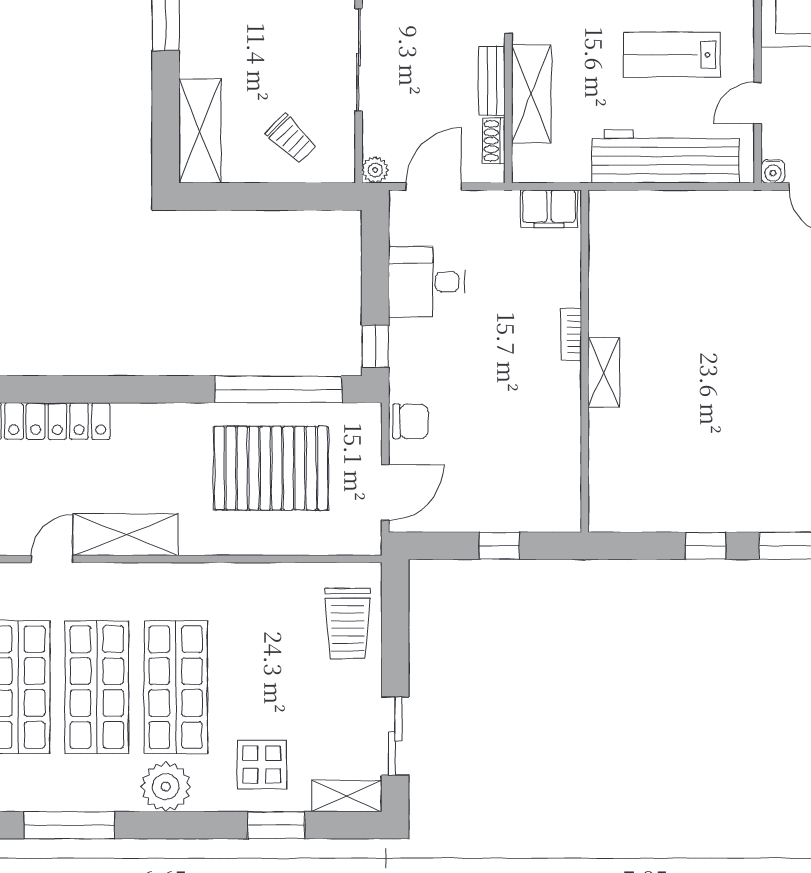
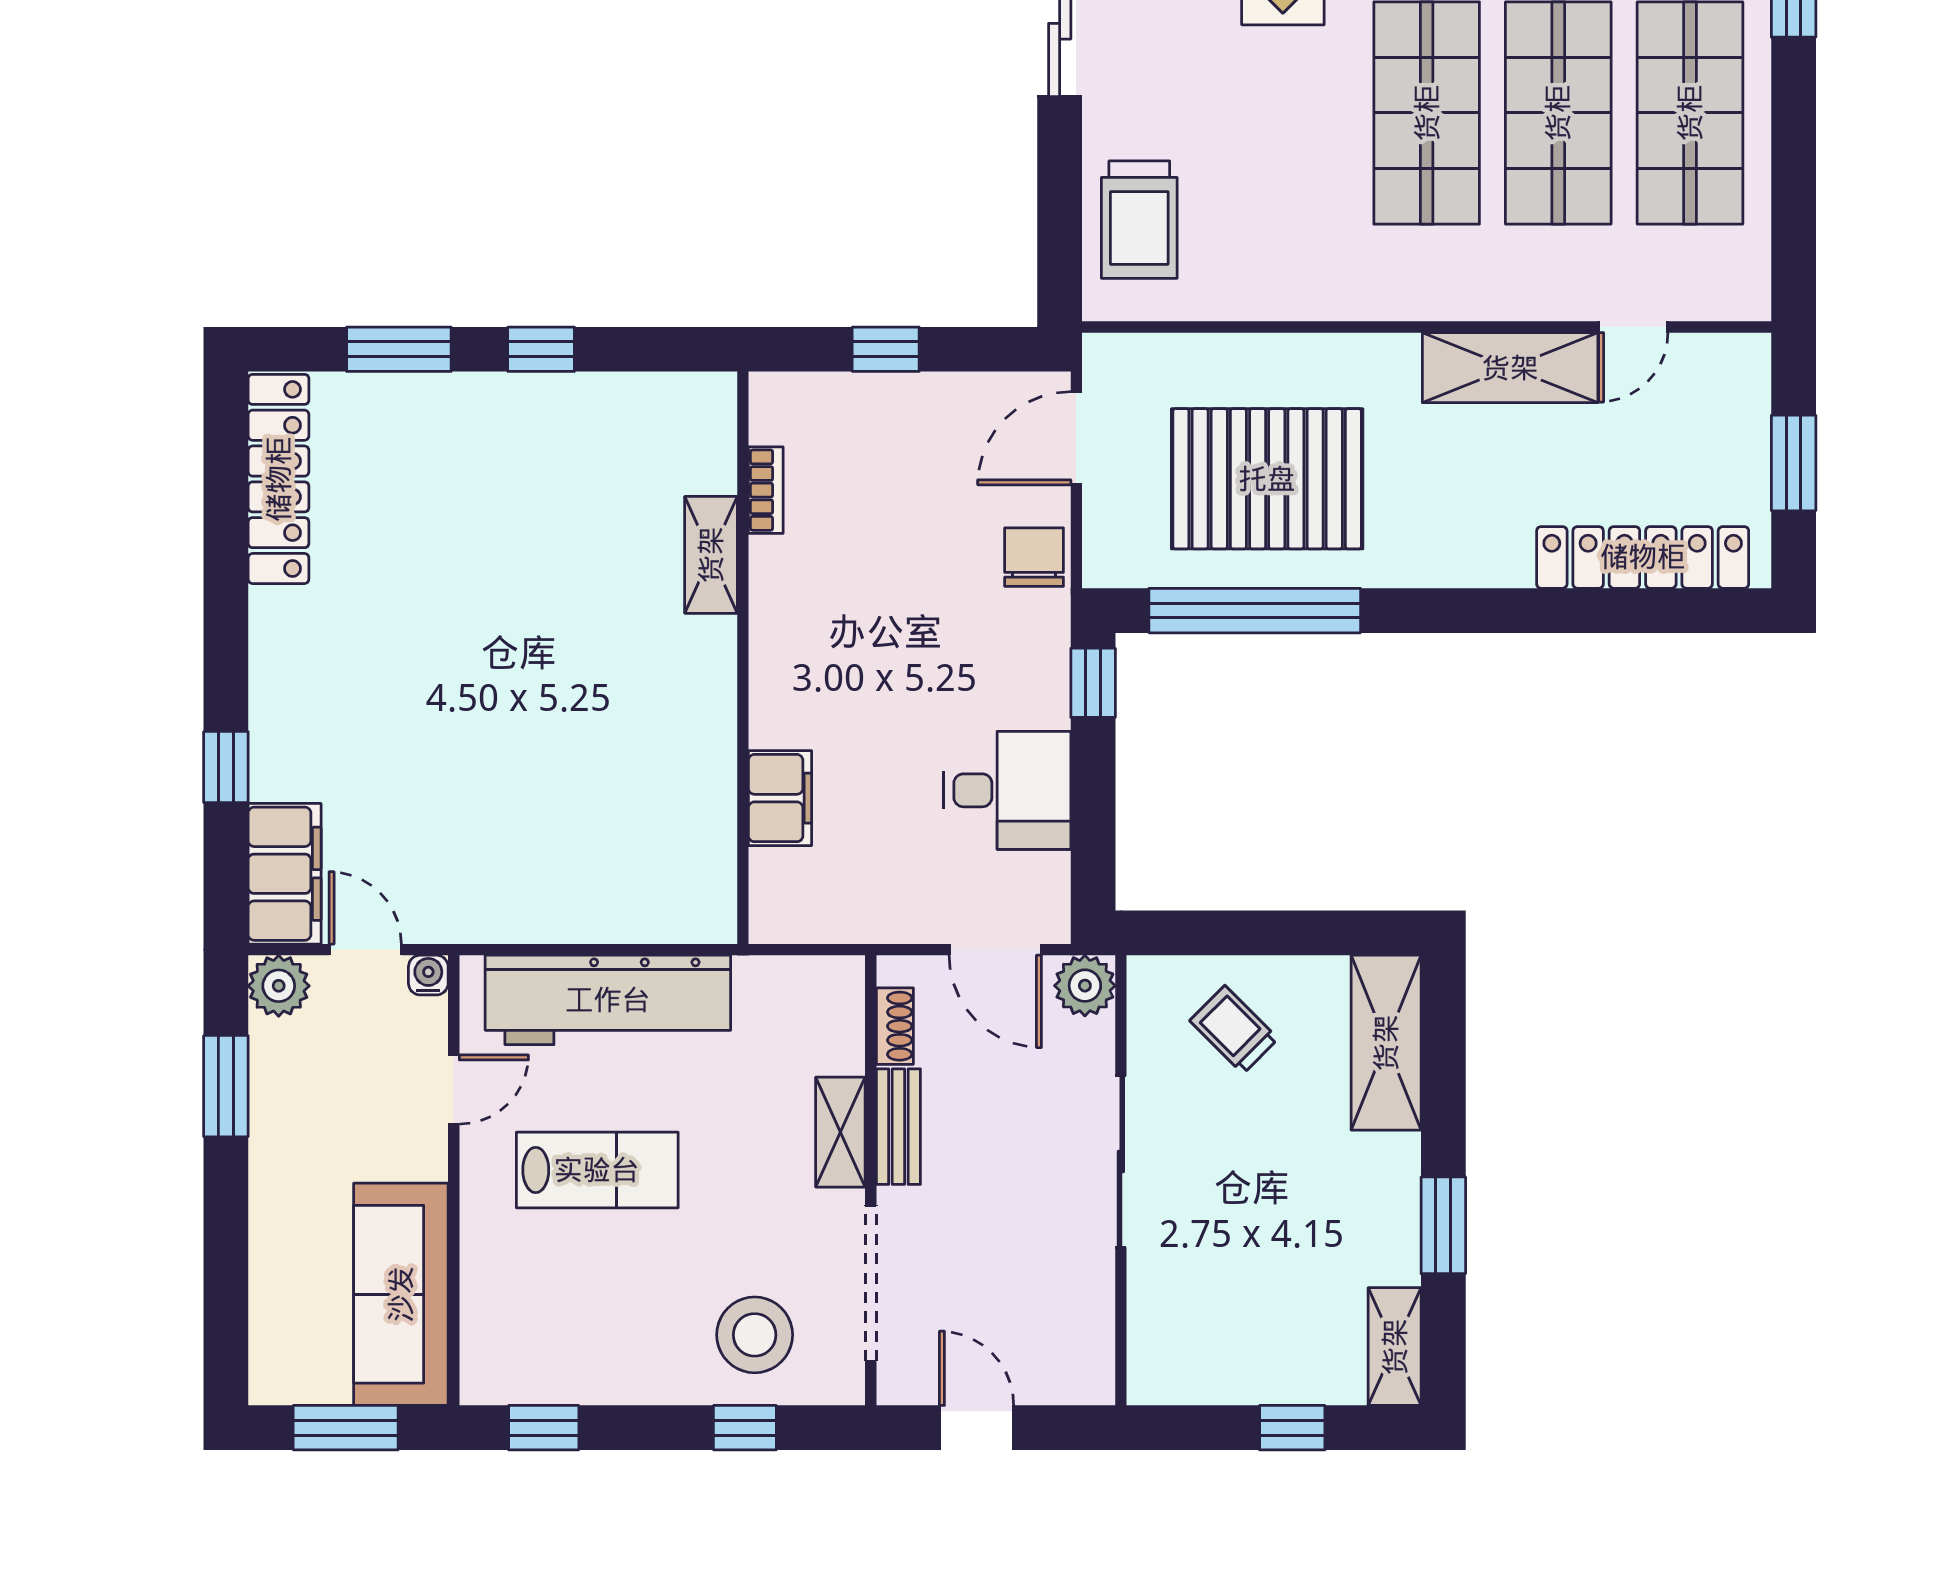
shelving: (531, 94) -> (840, 1132), width x0.67, depth x0.75
plant: (375, 170) -> (1085, 986), width x1.38, depth x1.38
door: (434, 187) -> (995, 950), hinge flipped
filing cabinet: (549, 209) -> (780, 798), moved, turned 90
bookcase: (571, 334) -> (766, 490), moved
shelving: (604, 372) -> (711, 555), moved
chair: (411, 421) -> (1034, 557), turned 90
trolley: (348, 623) -> (1139, 220), turned 180

